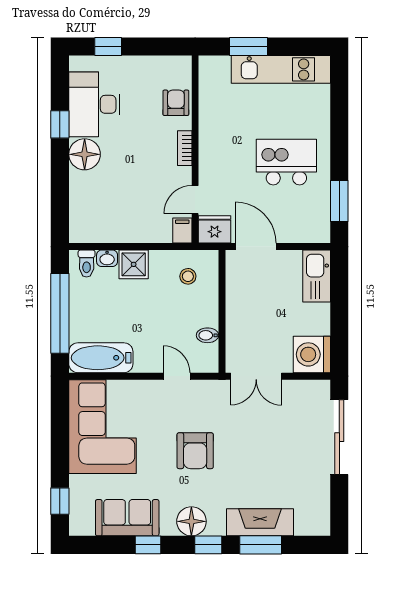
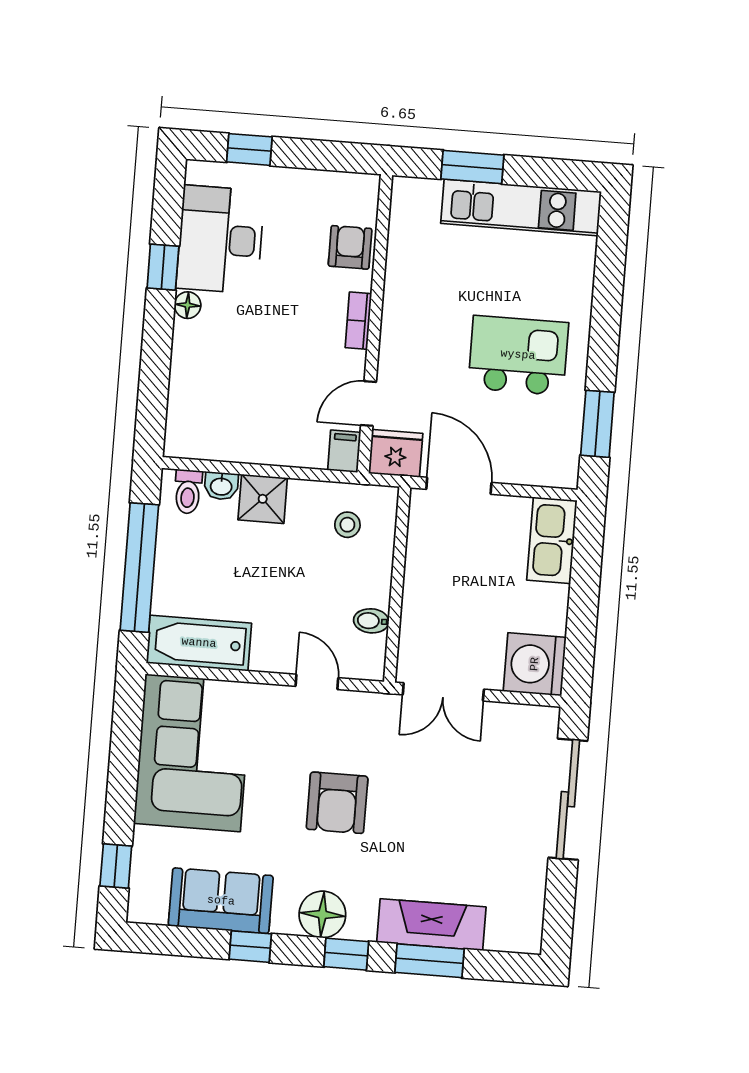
floor lamp: (85, 154) -> (188, 305), width x0.53, depth x0.53

